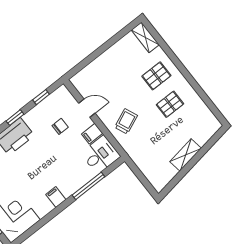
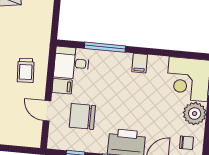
trolley: (126, 121) -> (26, 70), turned -70
chair: (60, 126) -> (82, 116), width x1.87, depth x1.87

